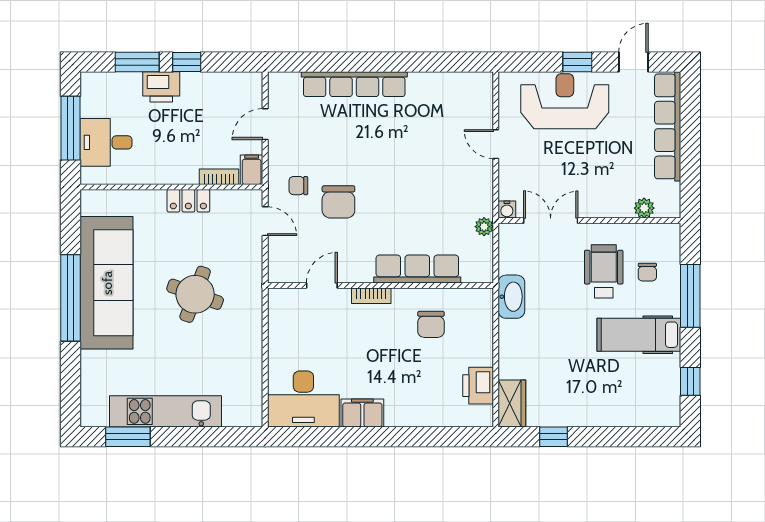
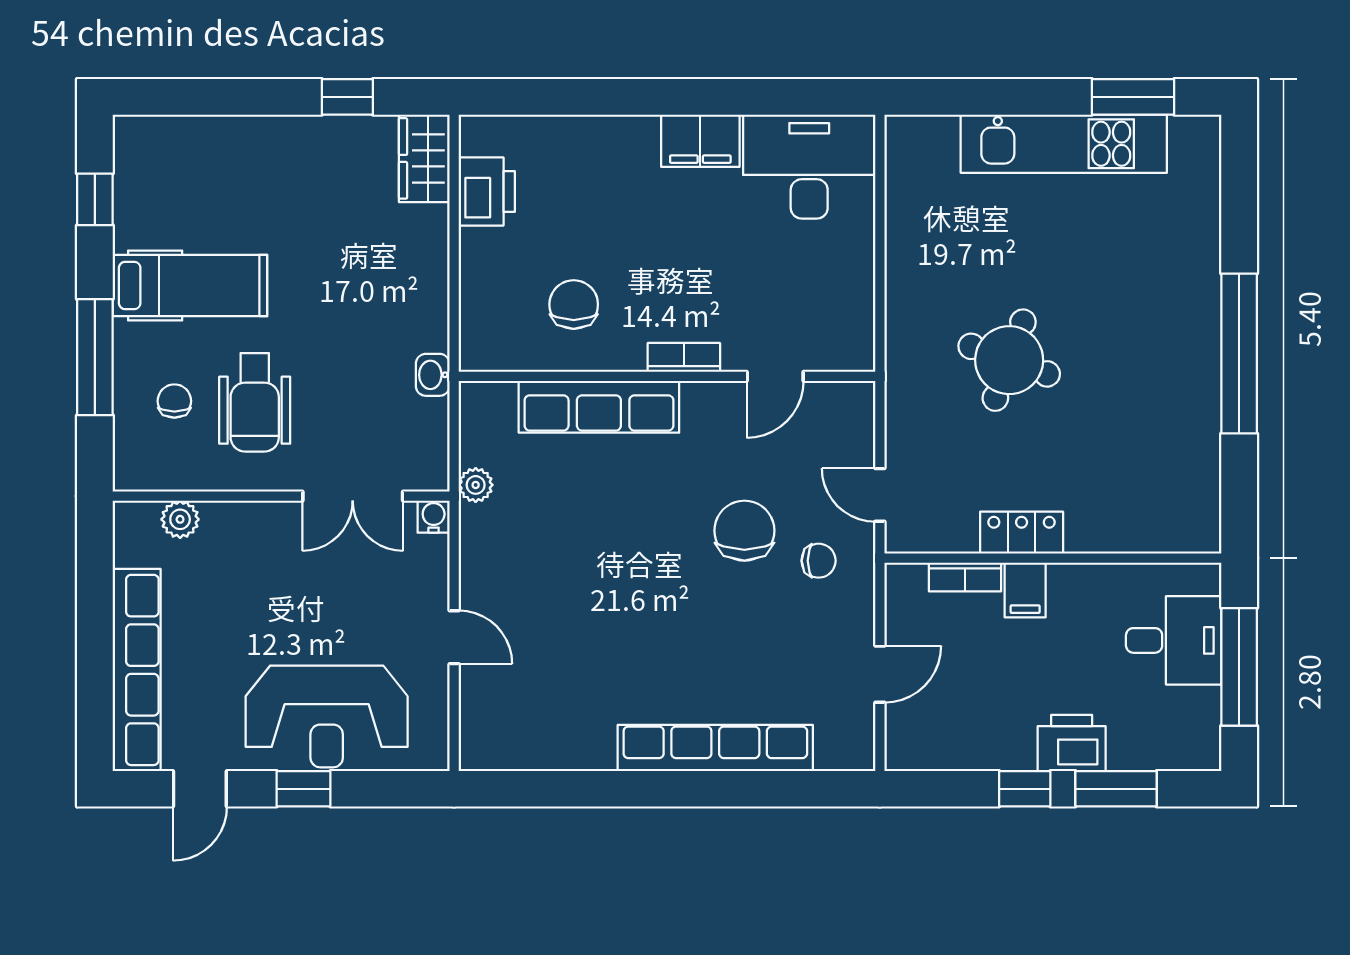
filing cabinet: (252, 170) -> (1025, 590), moved
sofa: (107, 283) -> (1173, 381), removed
washbasin: (511, 297) -> (433, 375), width x0.52, depth x0.69

